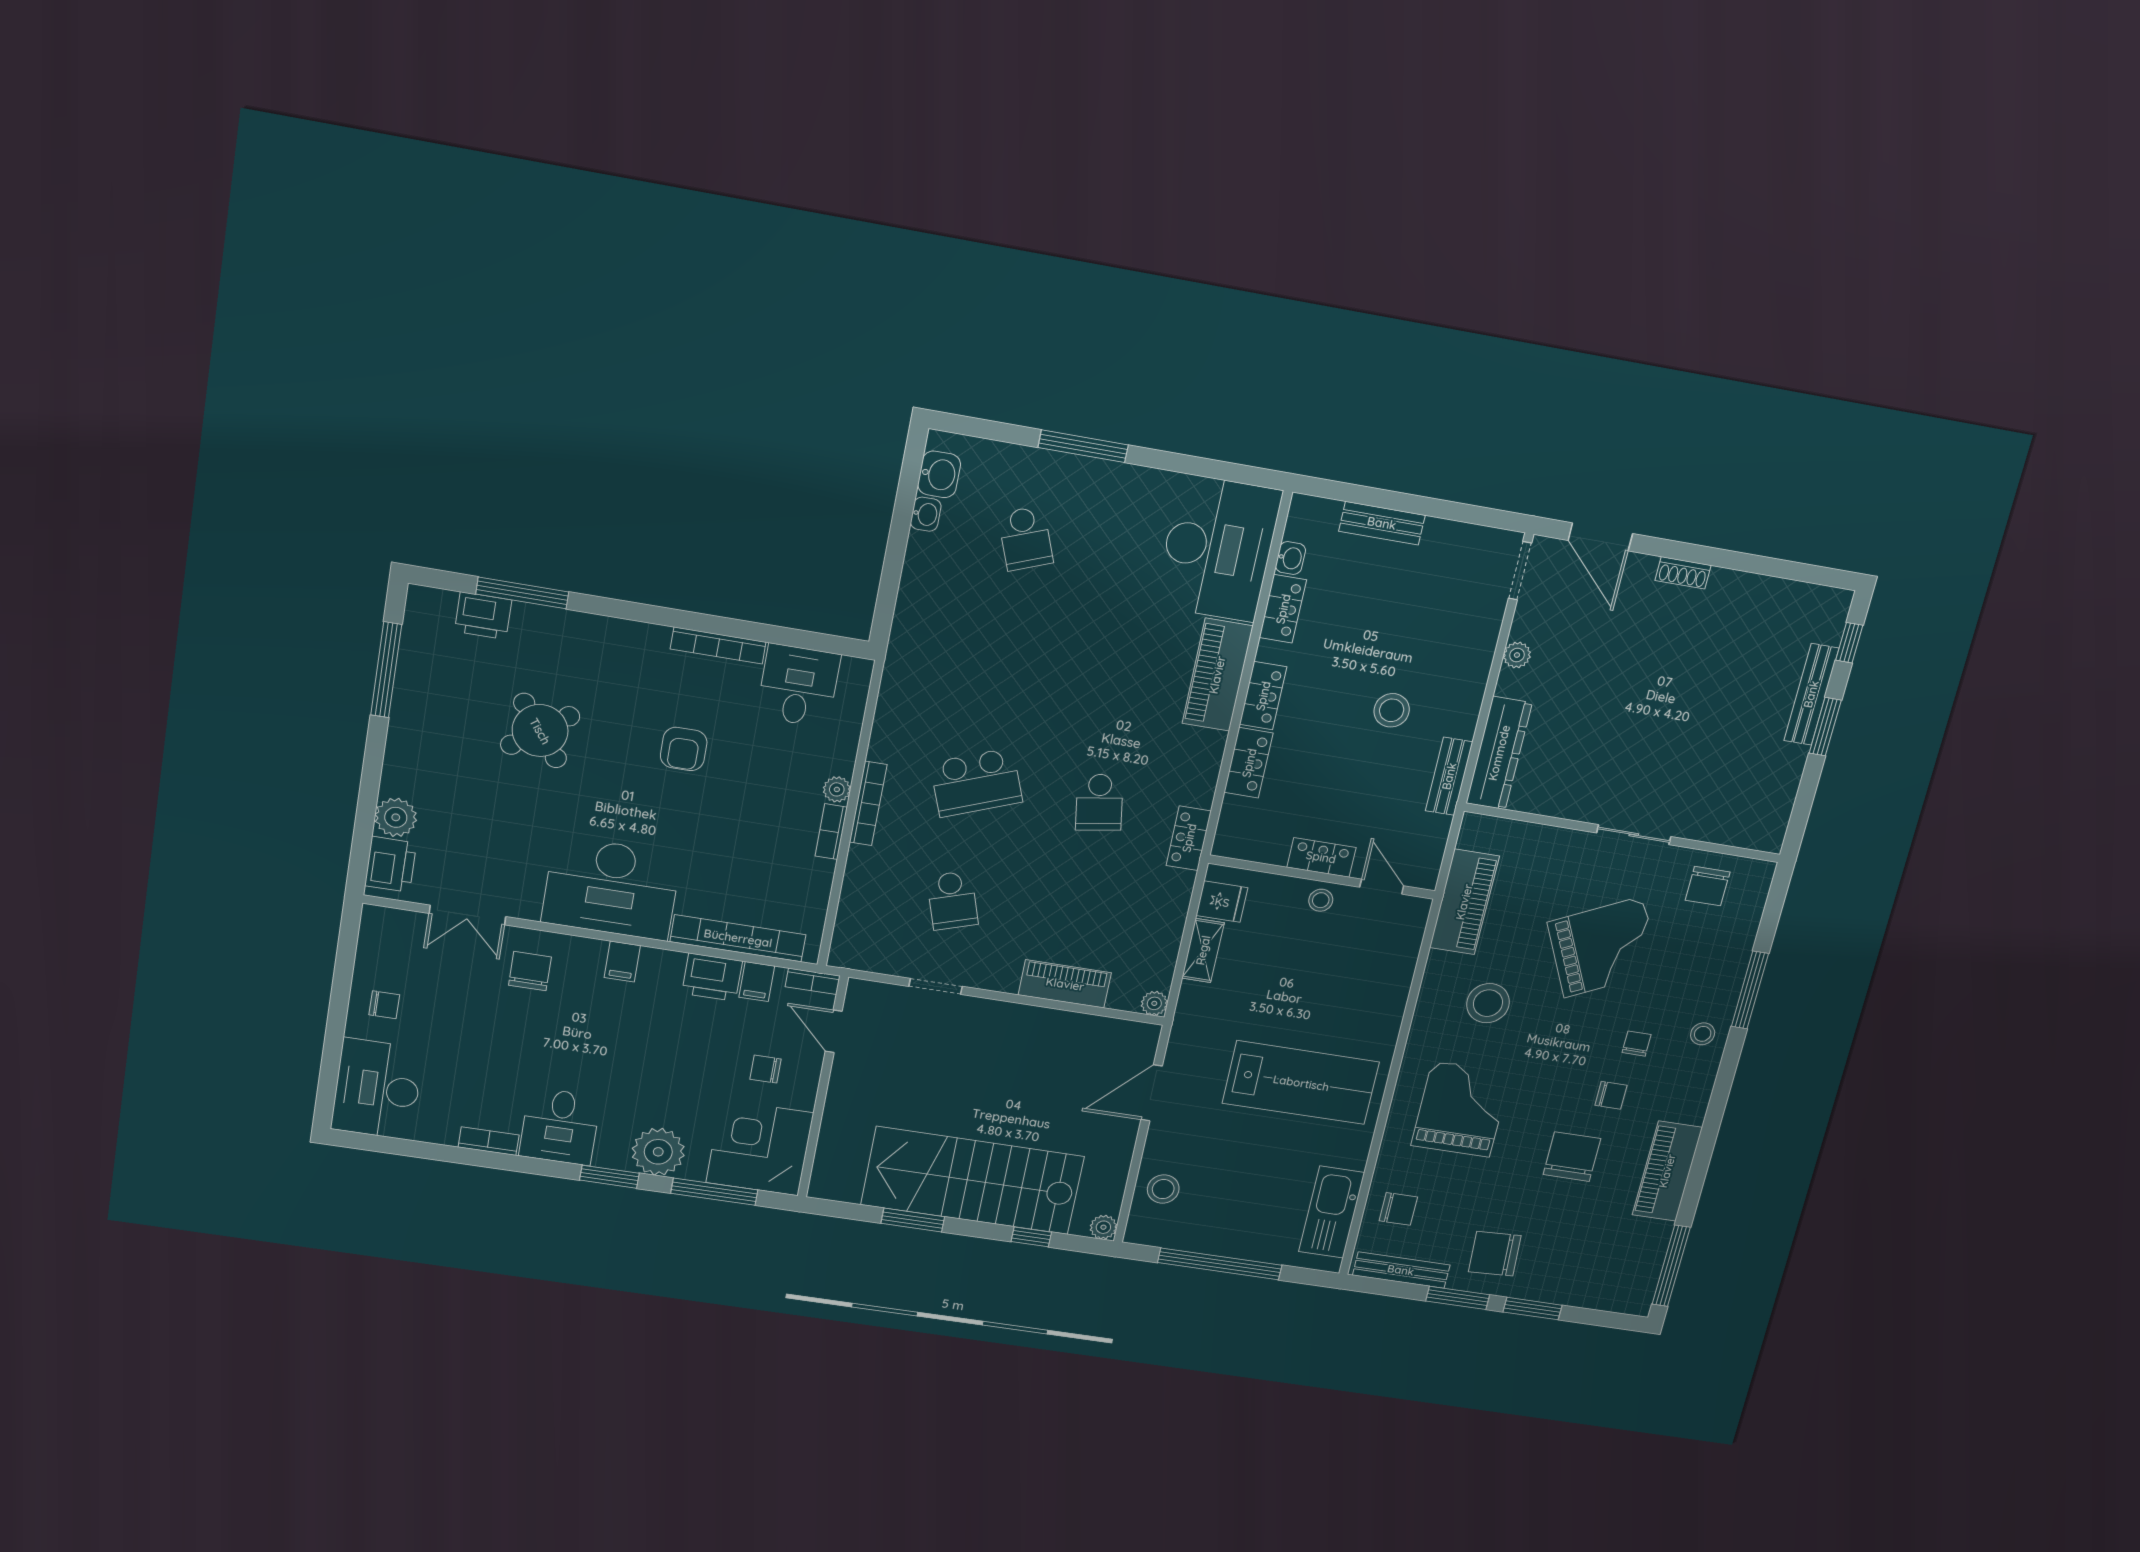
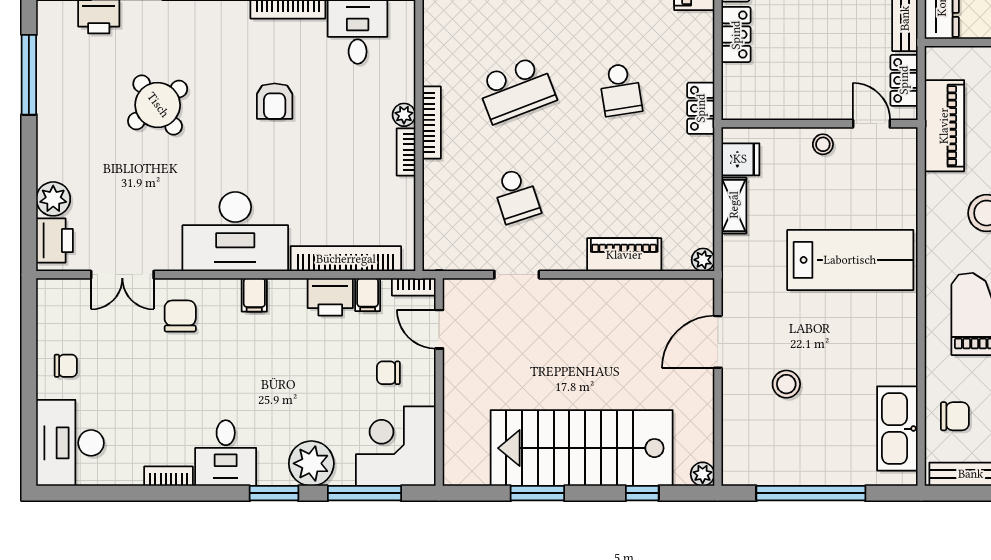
locker: (1321, 857) -> (904, 80), moved, turned -90
lab bench: (1301, 1083) -> (850, 260), moved
stool: (1163, 1189) -> (786, 384), moved

